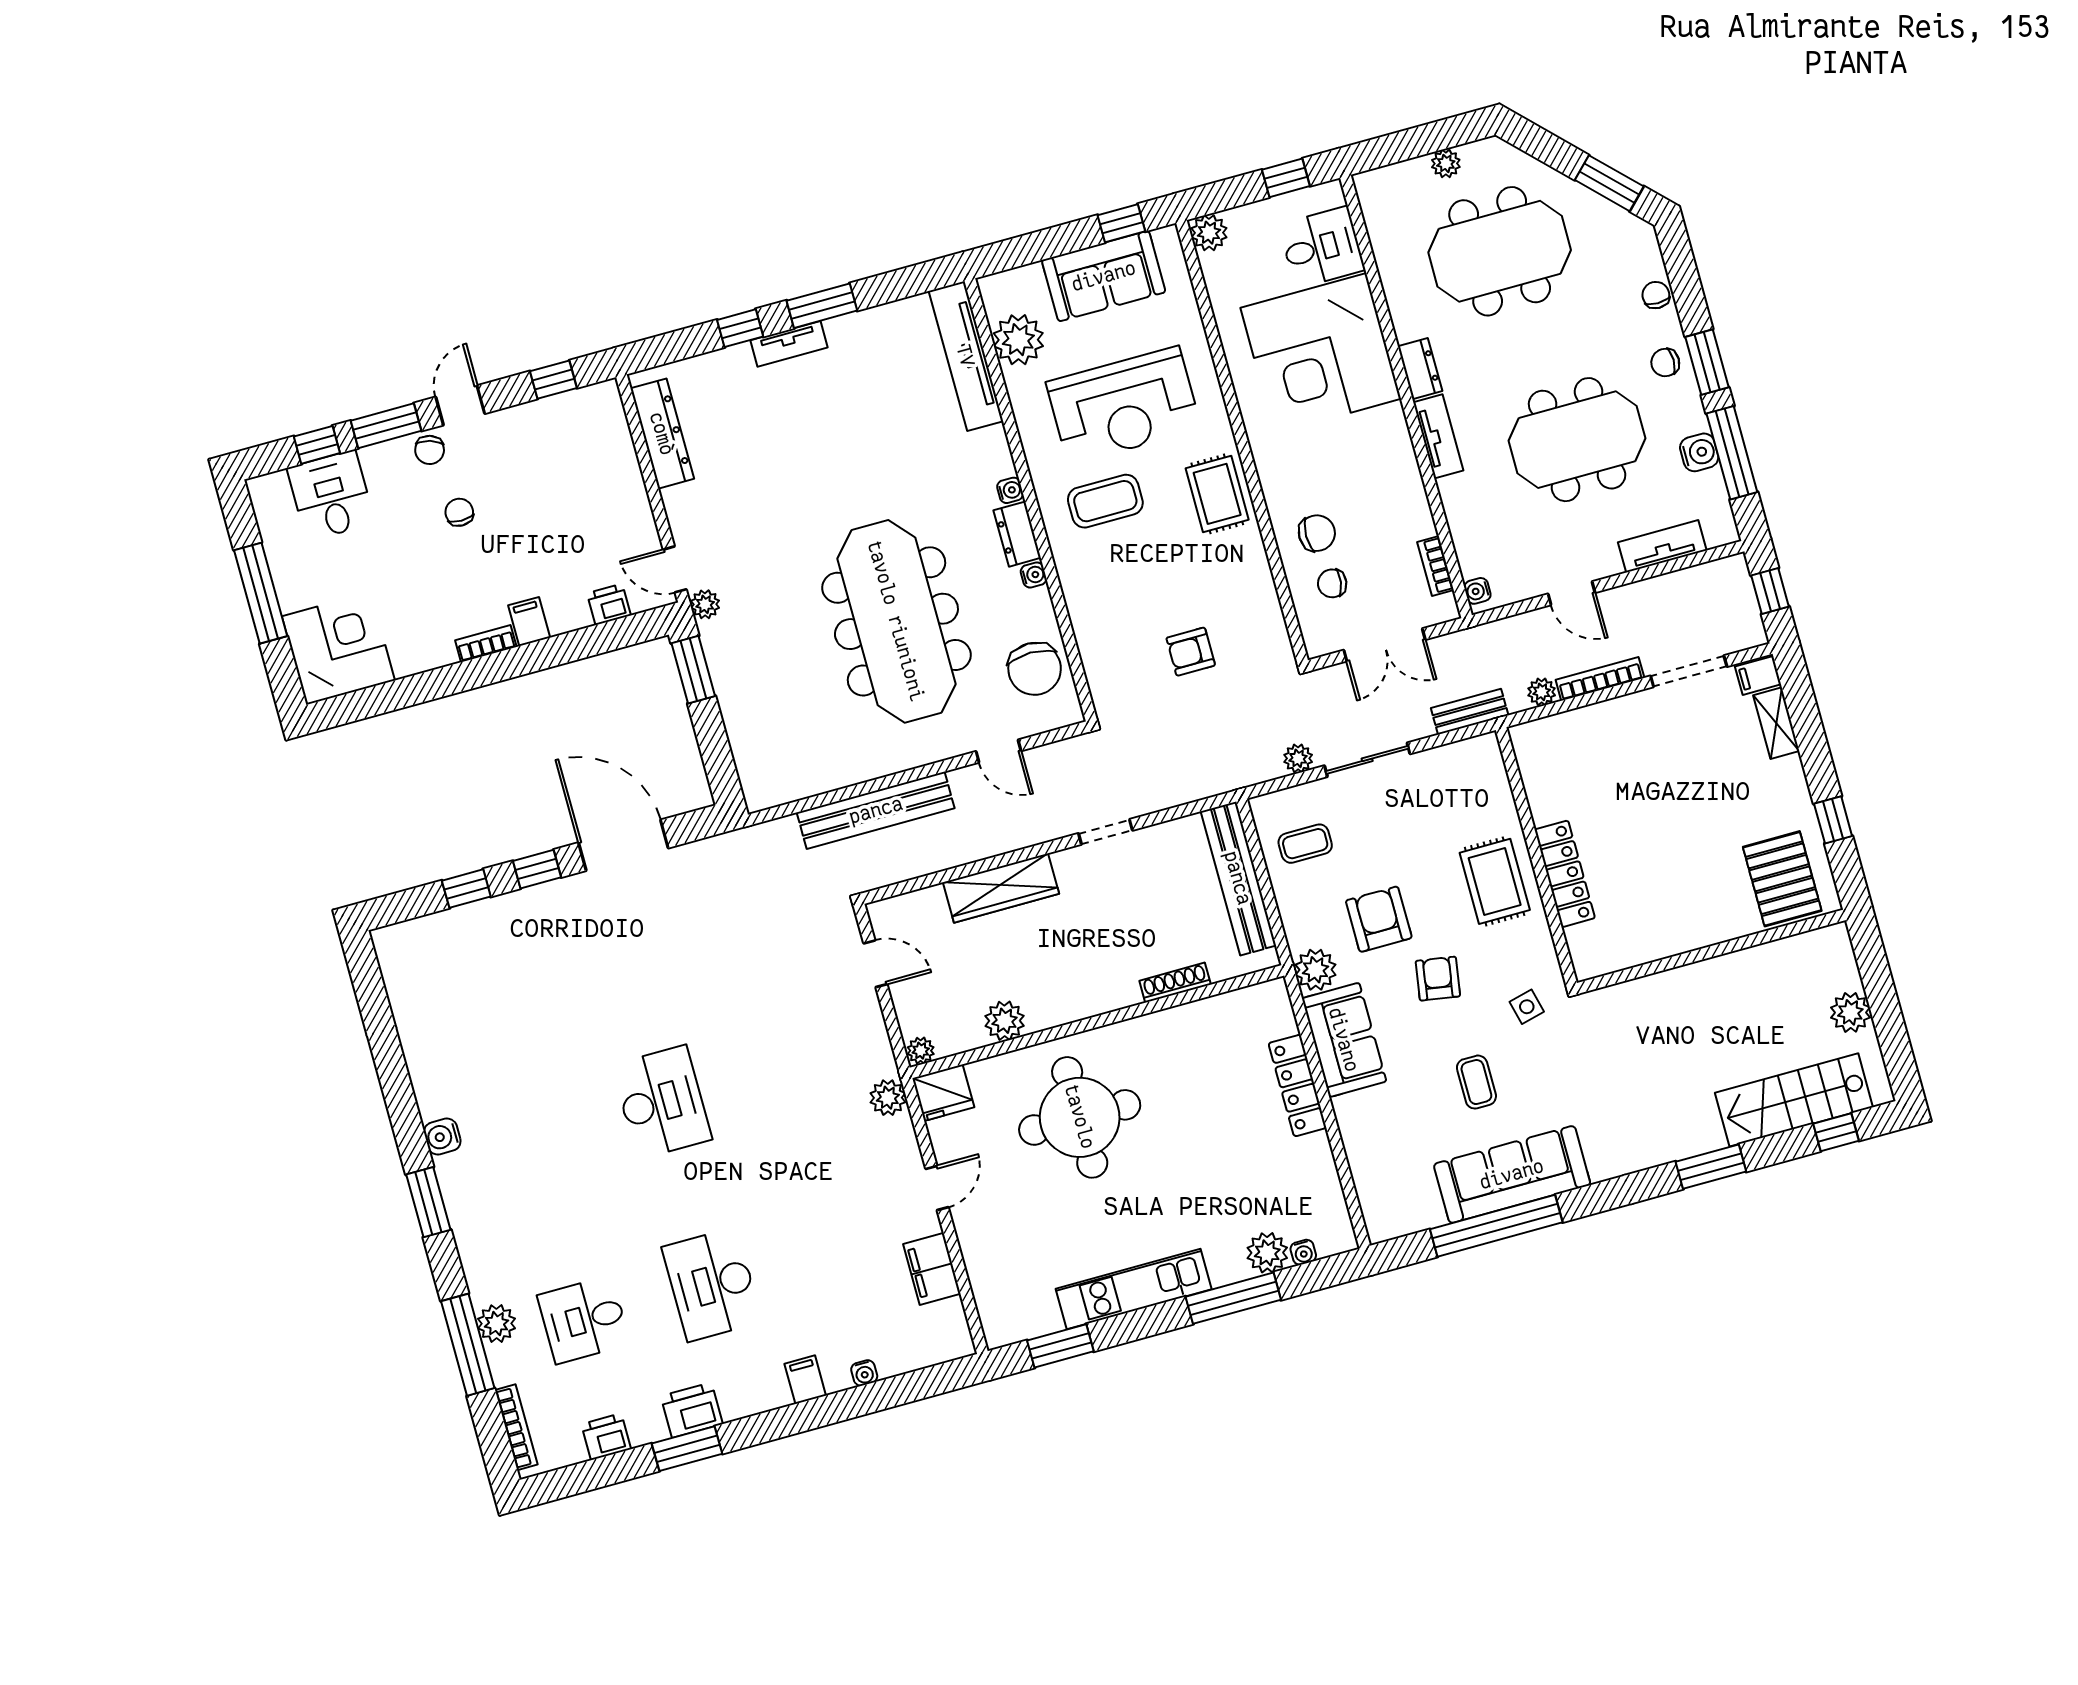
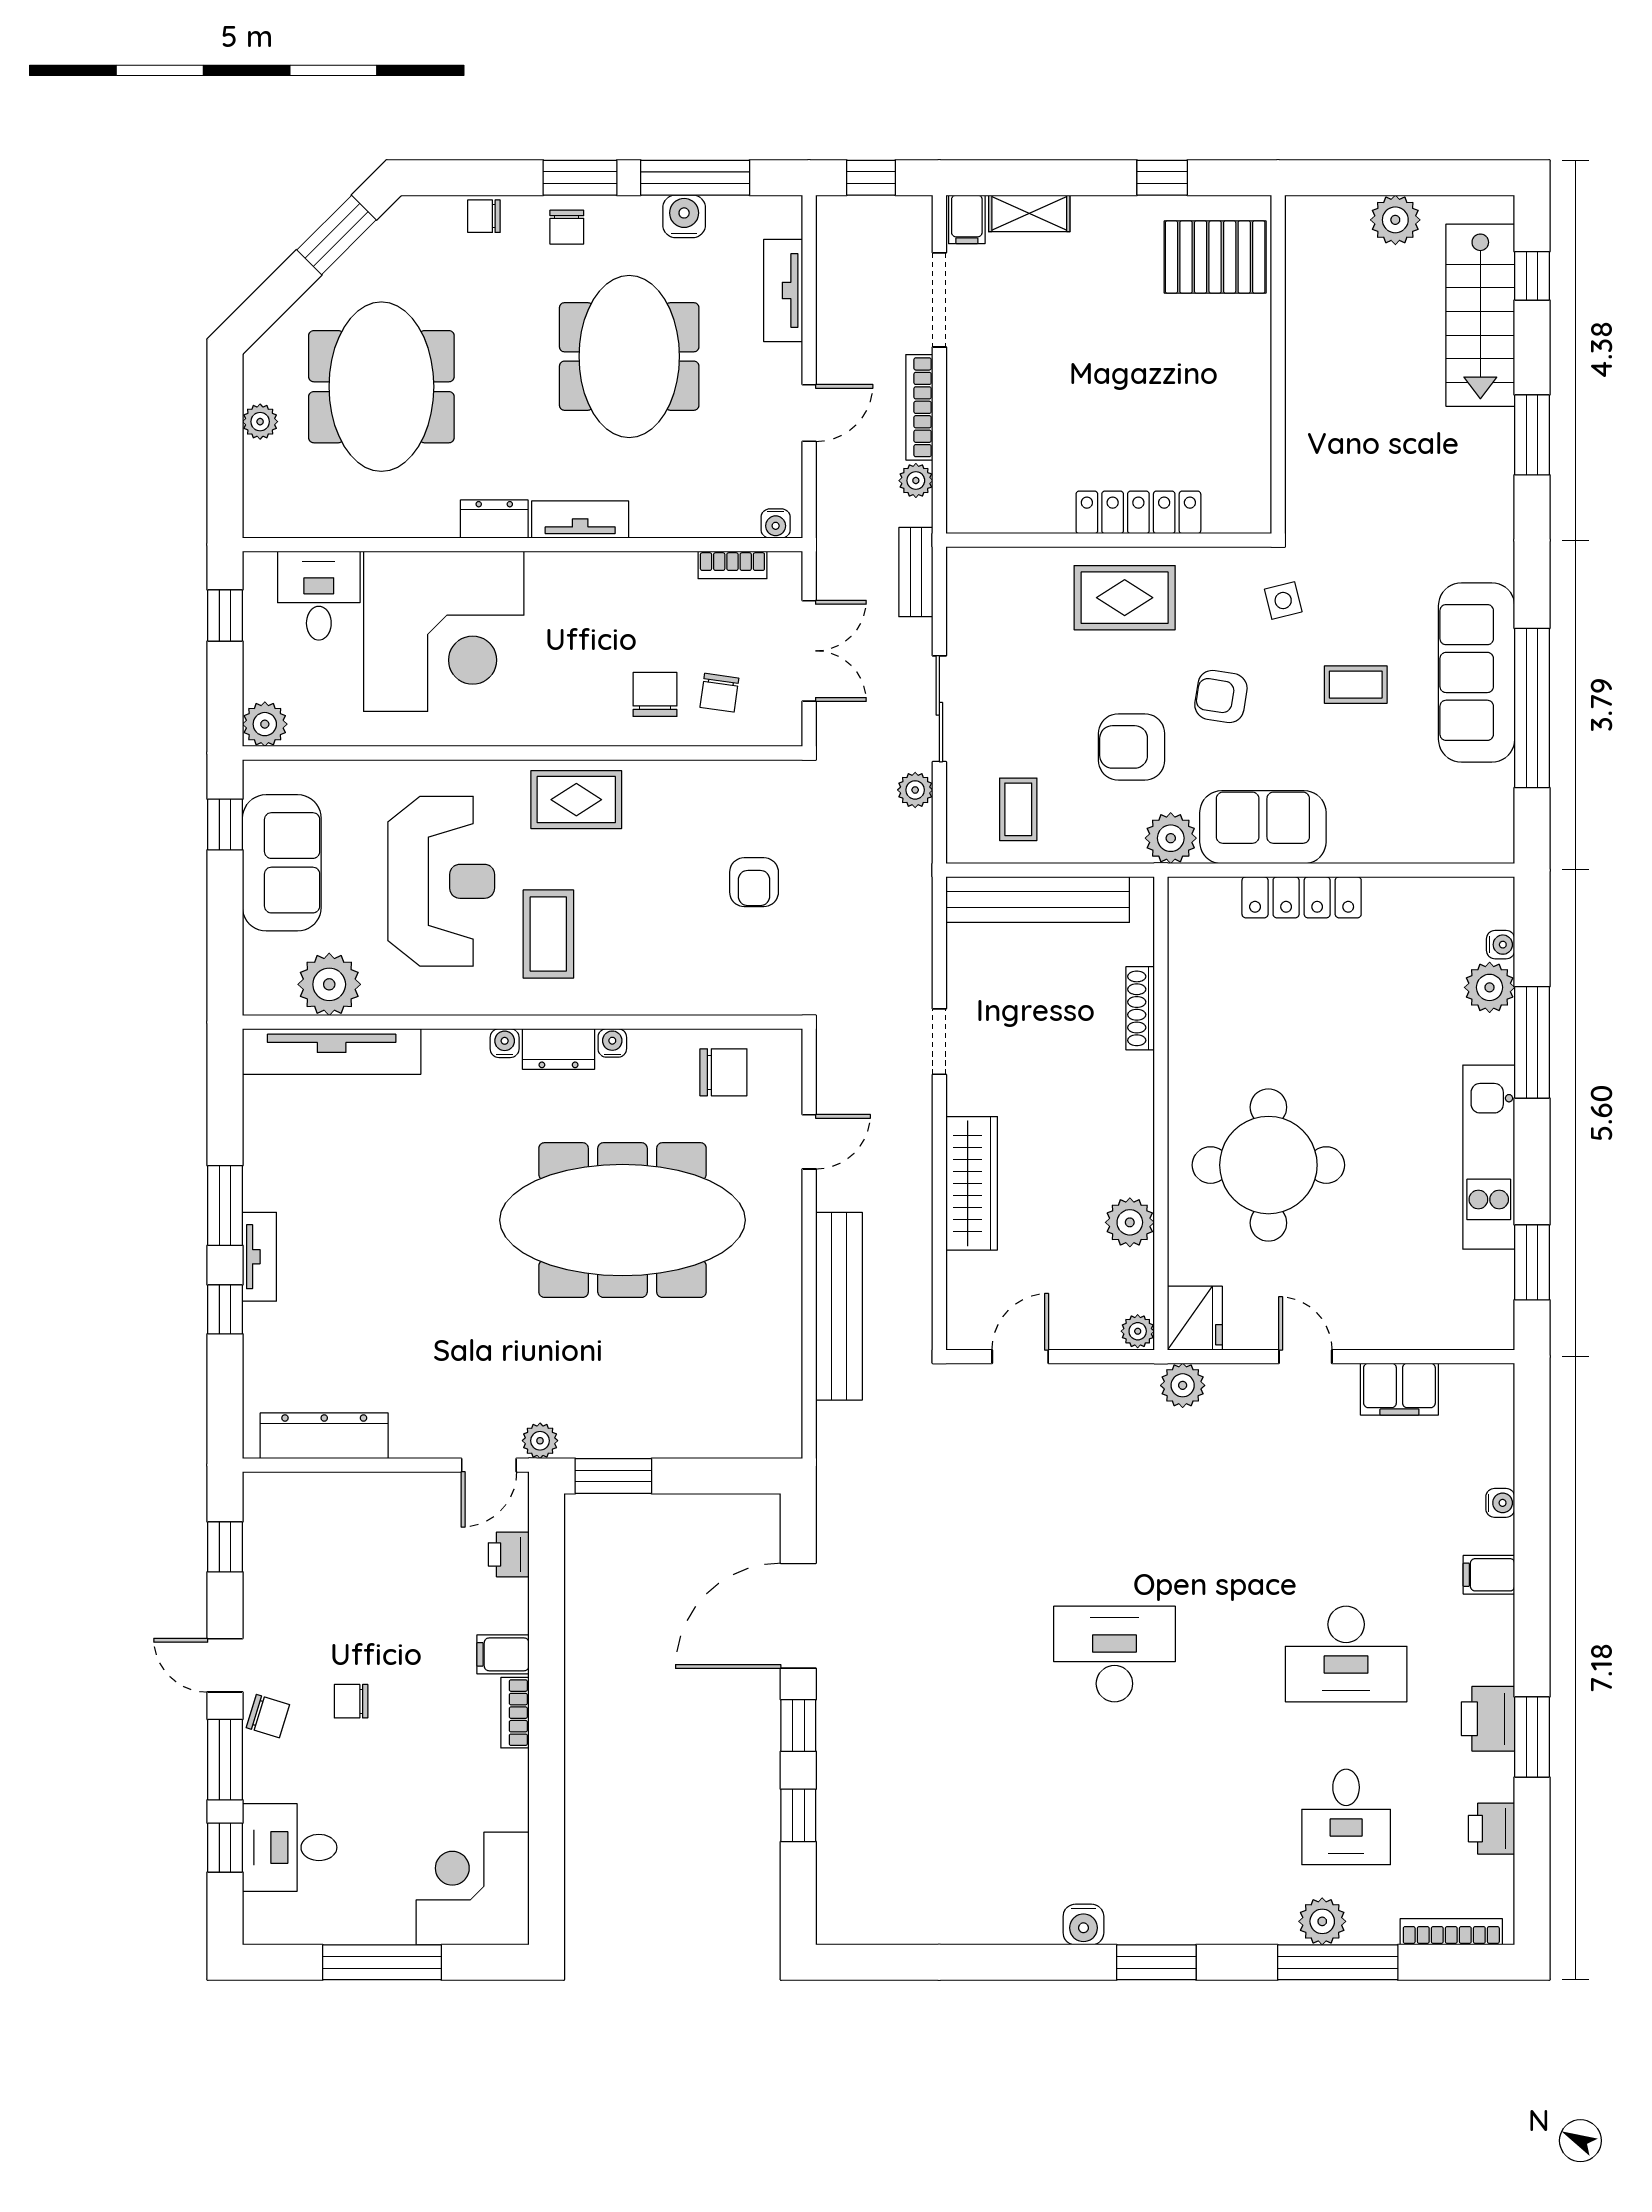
chair: (1035, 669) -> (723, 1072), width x0.73, depth x0.73

